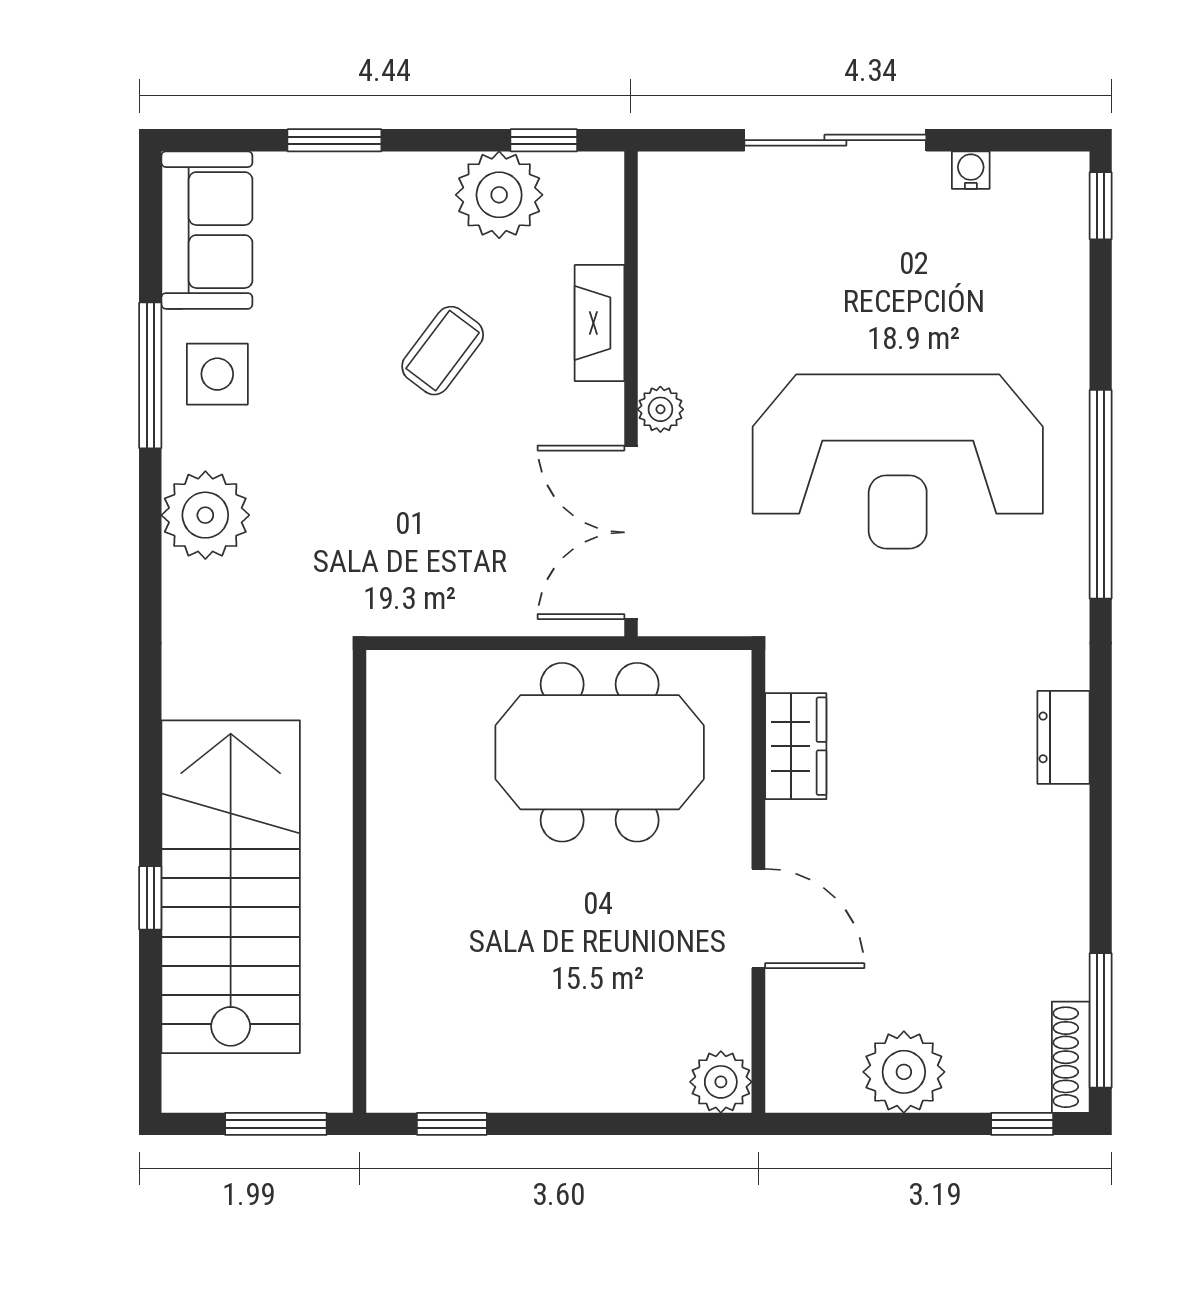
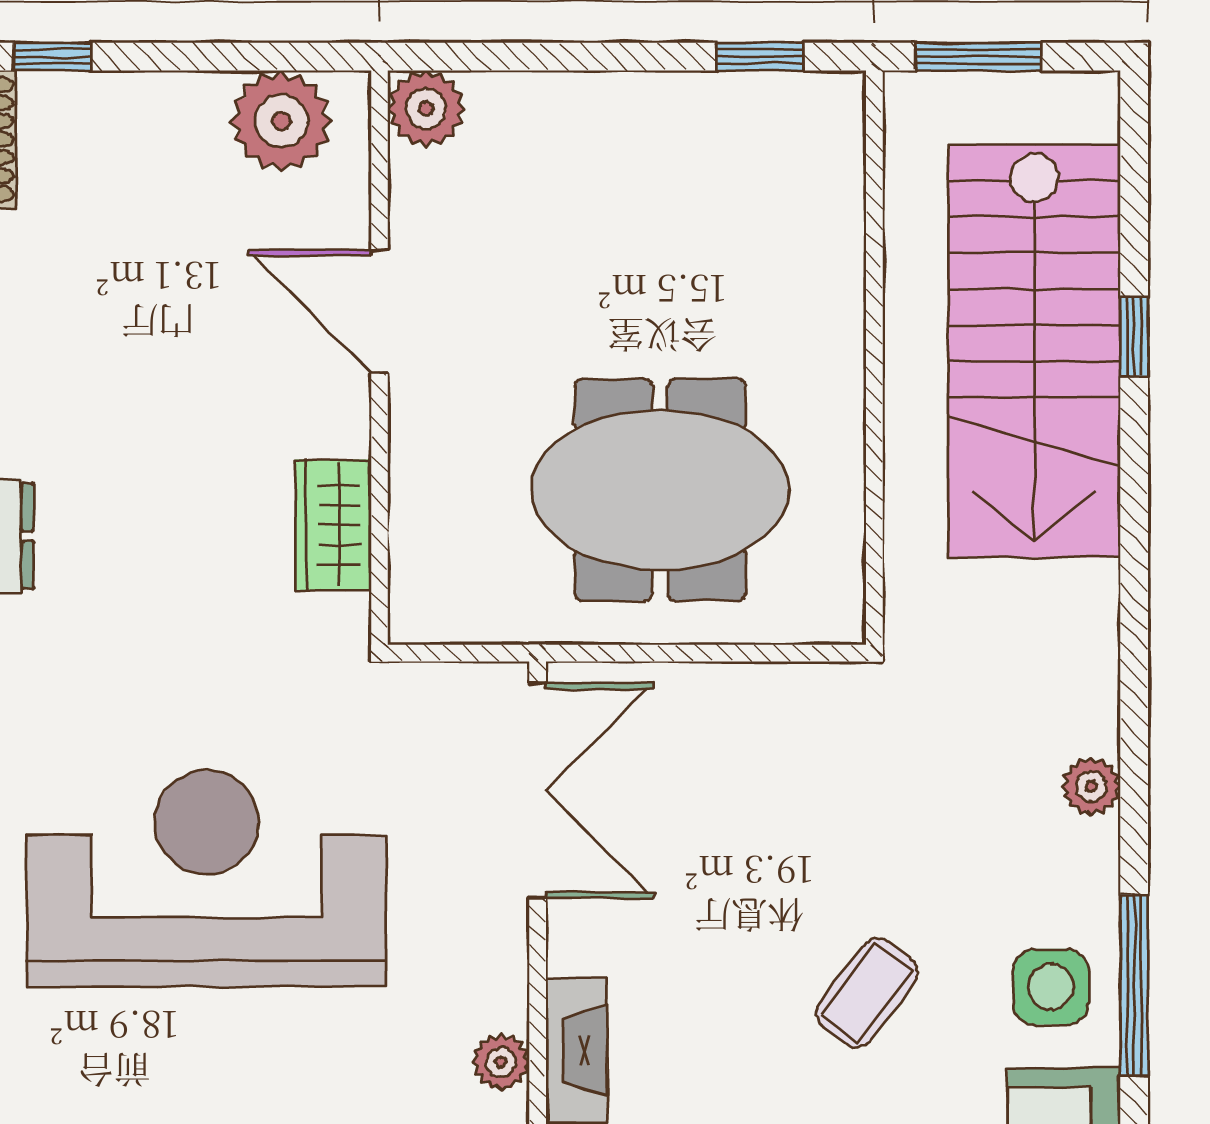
coffee table: (443, 351) -> (867, 993), moved
plant: (660, 409) -> (501, 1062), moved
plant: (205, 515) -> (1091, 786), width x0.53, depth x0.53
meeting table: (600, 752) -> (660, 490), moved
plant: (904, 1072) -> (281, 121), moved

